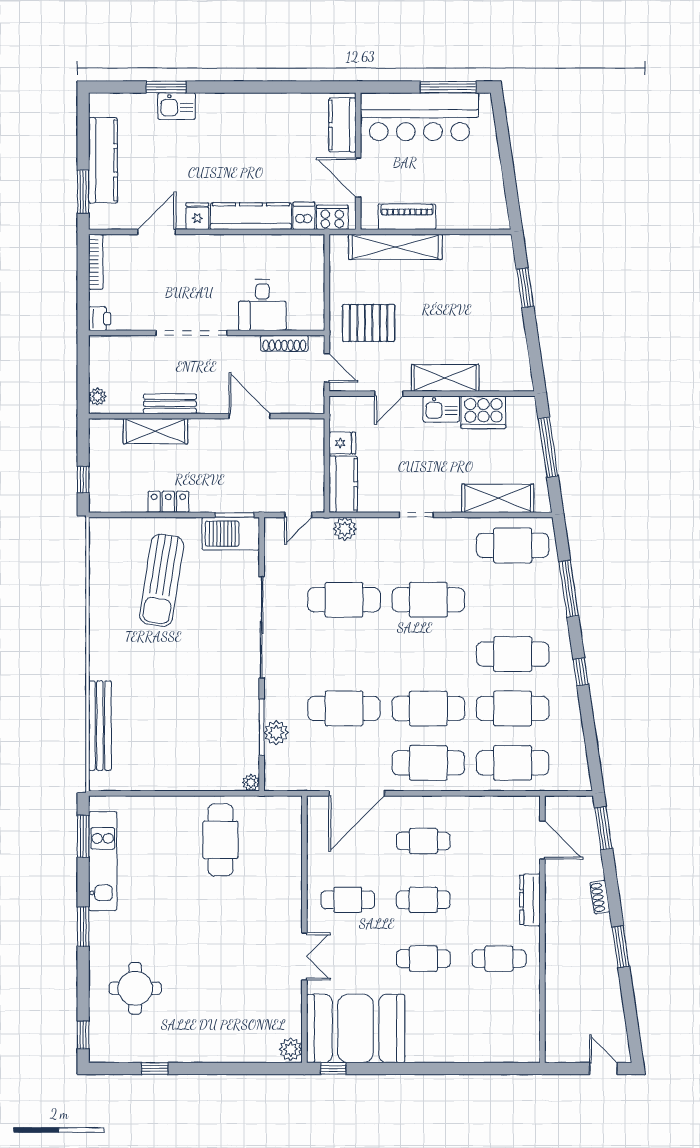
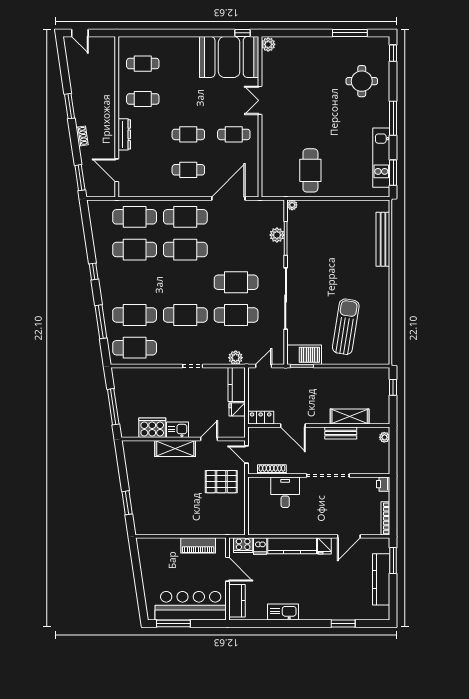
kitchen sink: (177, 106) -> (283, 612), moved, width x1.38
shelving: (395, 247) -> (205, 527), removed
shelving: (498, 498) -> (144, 376), removed
locker: (168, 502) -> (261, 418), moved, turned 180
cafe table: (513, 654) -> (135, 315), moved
cafe table: (344, 708) -> (236, 282), moved
window: (83, 927) -> (393, 118), width x1.44
cafe table: (423, 959) -> (143, 64), moved
window: (155, 1068) -> (350, 33), width x2.17

